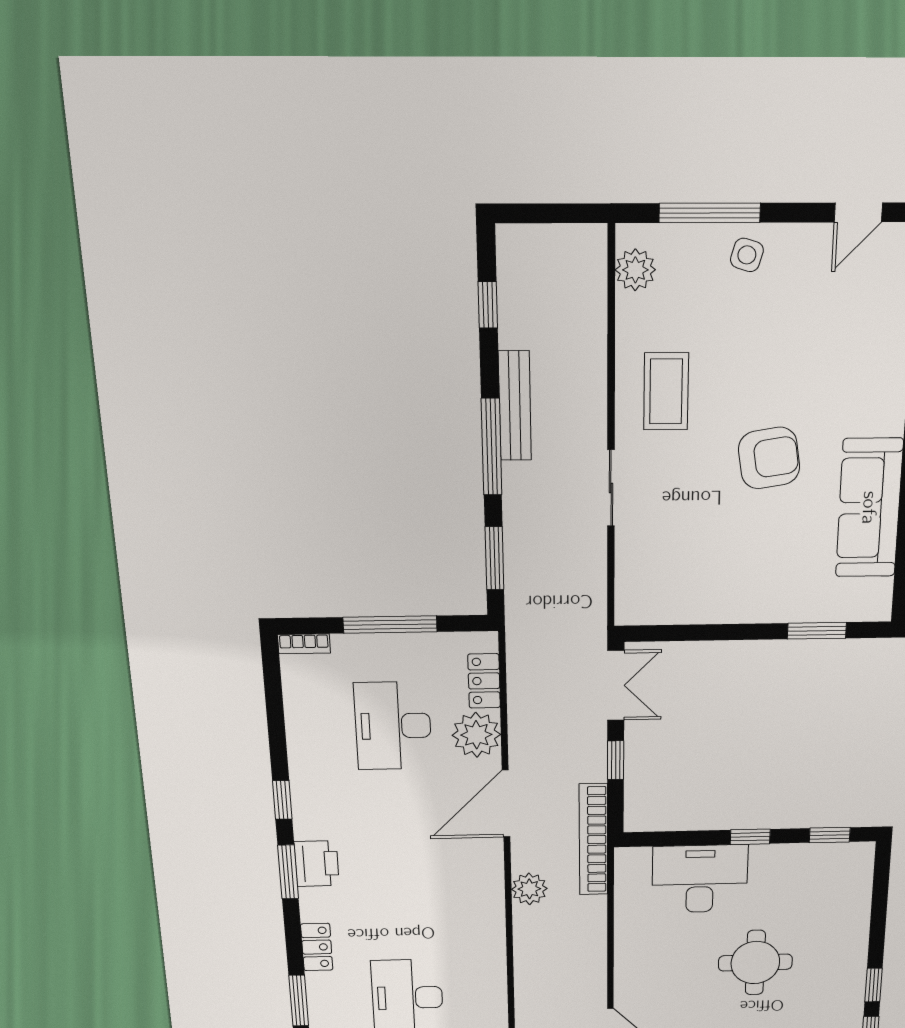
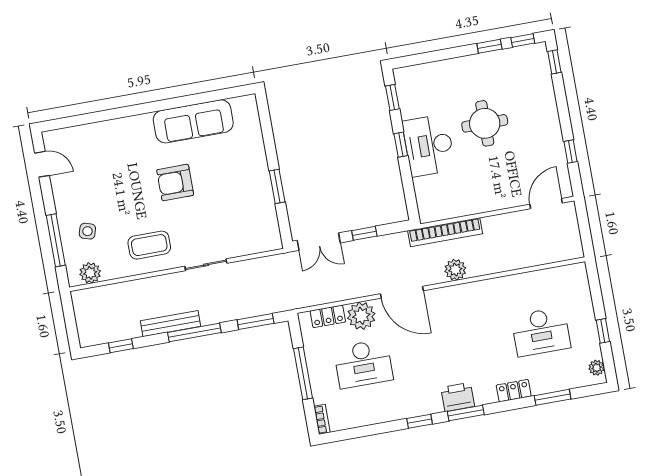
side table: (747, 255) -> (87, 231), moved
armchair: (769, 458) -> (175, 182), turned -81
window: (817, 631) -> (277, 186), moved
double door: (616, 685) -> (319, 242), swing flipped
bookcase: (593, 840) -> (445, 232), moved
desk: (700, 879) -> (429, 145), moved

